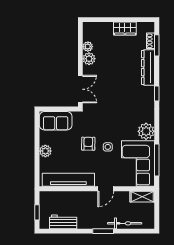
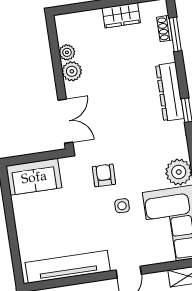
dresser: (148, 68) -> (170, 92), moved
armchair: (88, 144) -> (104, 175), moved
plant: (45, 151) -> (25, 227), removed

